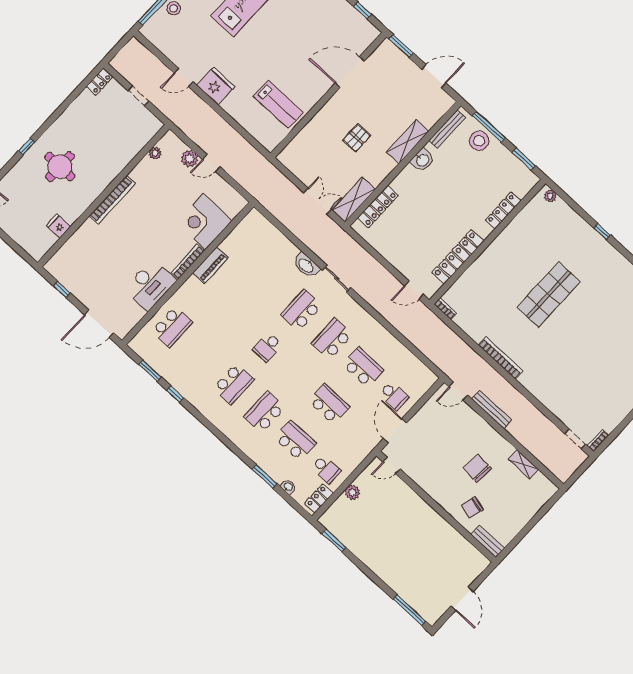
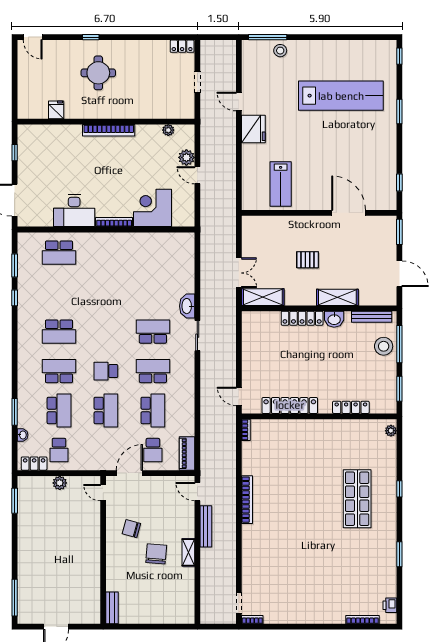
locker: (378, 207) -> (302, 318), moved
piano: (210, 265) -> (187, 453), moved, turned 90
shop shelf: (548, 294) -> (357, 499), moved, turned 90
school desk: (267, 347) -> (106, 371), moved
shelving: (524, 464) -> (188, 552), moved
chair: (472, 507) -> (131, 529), moved

